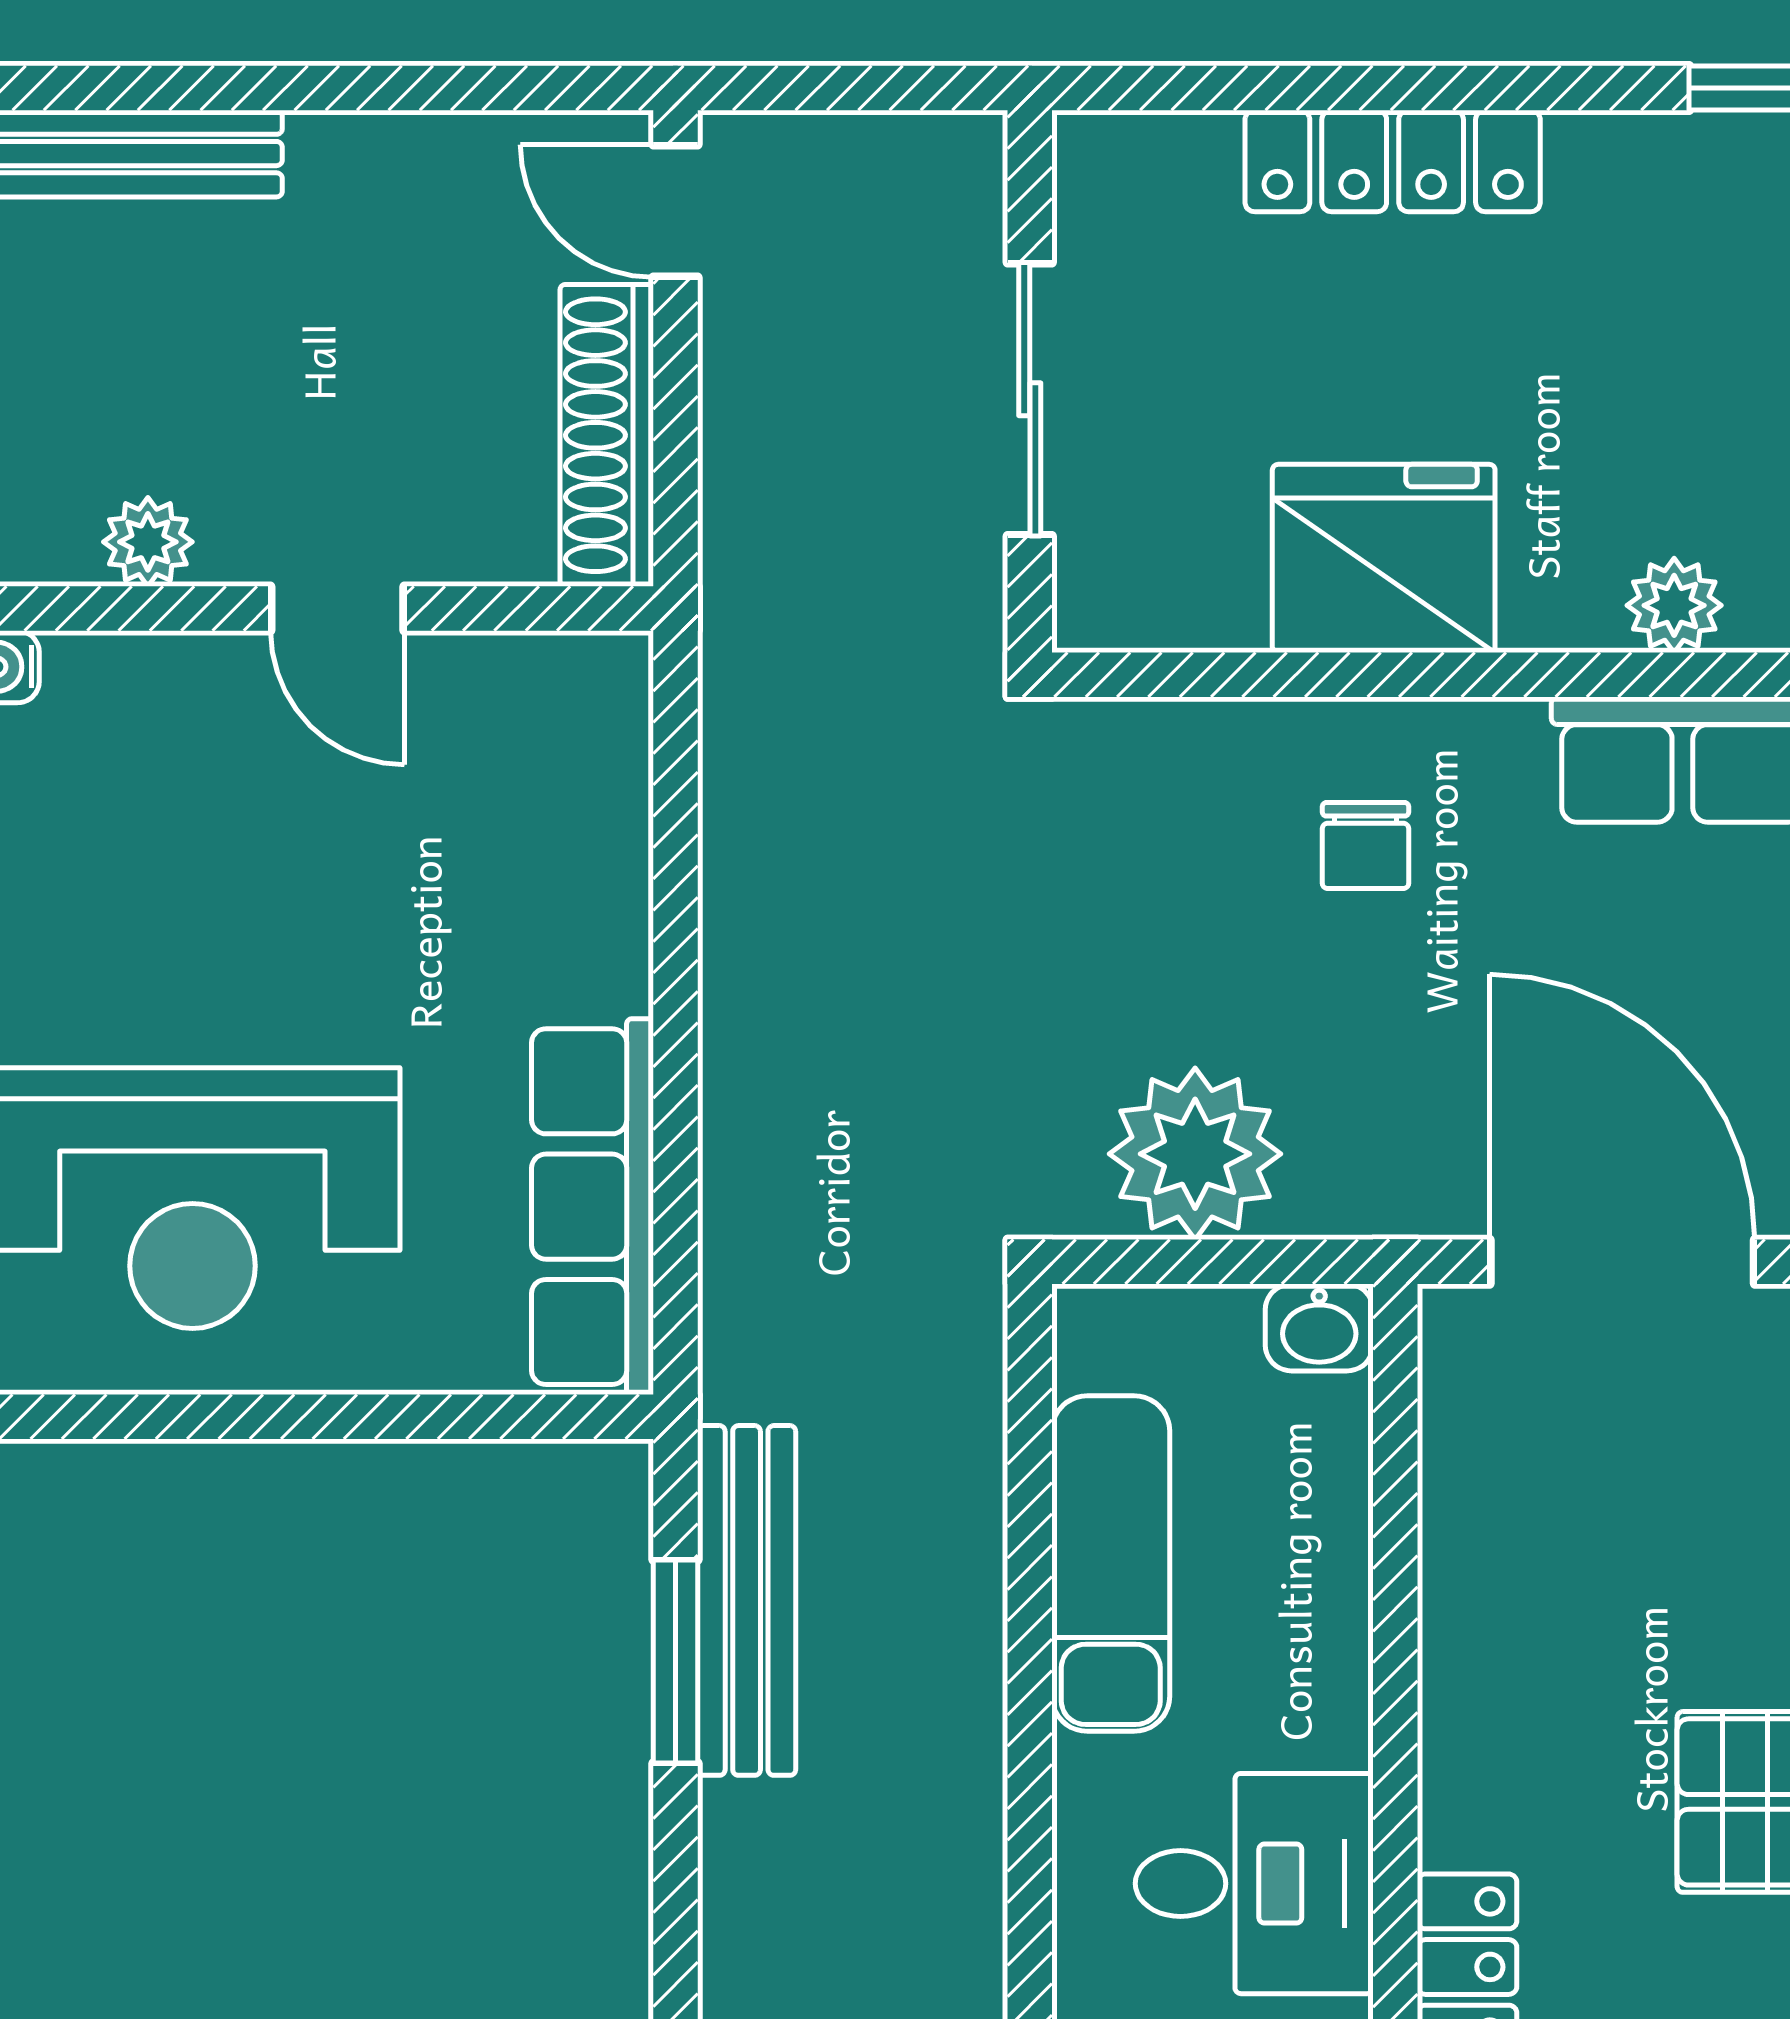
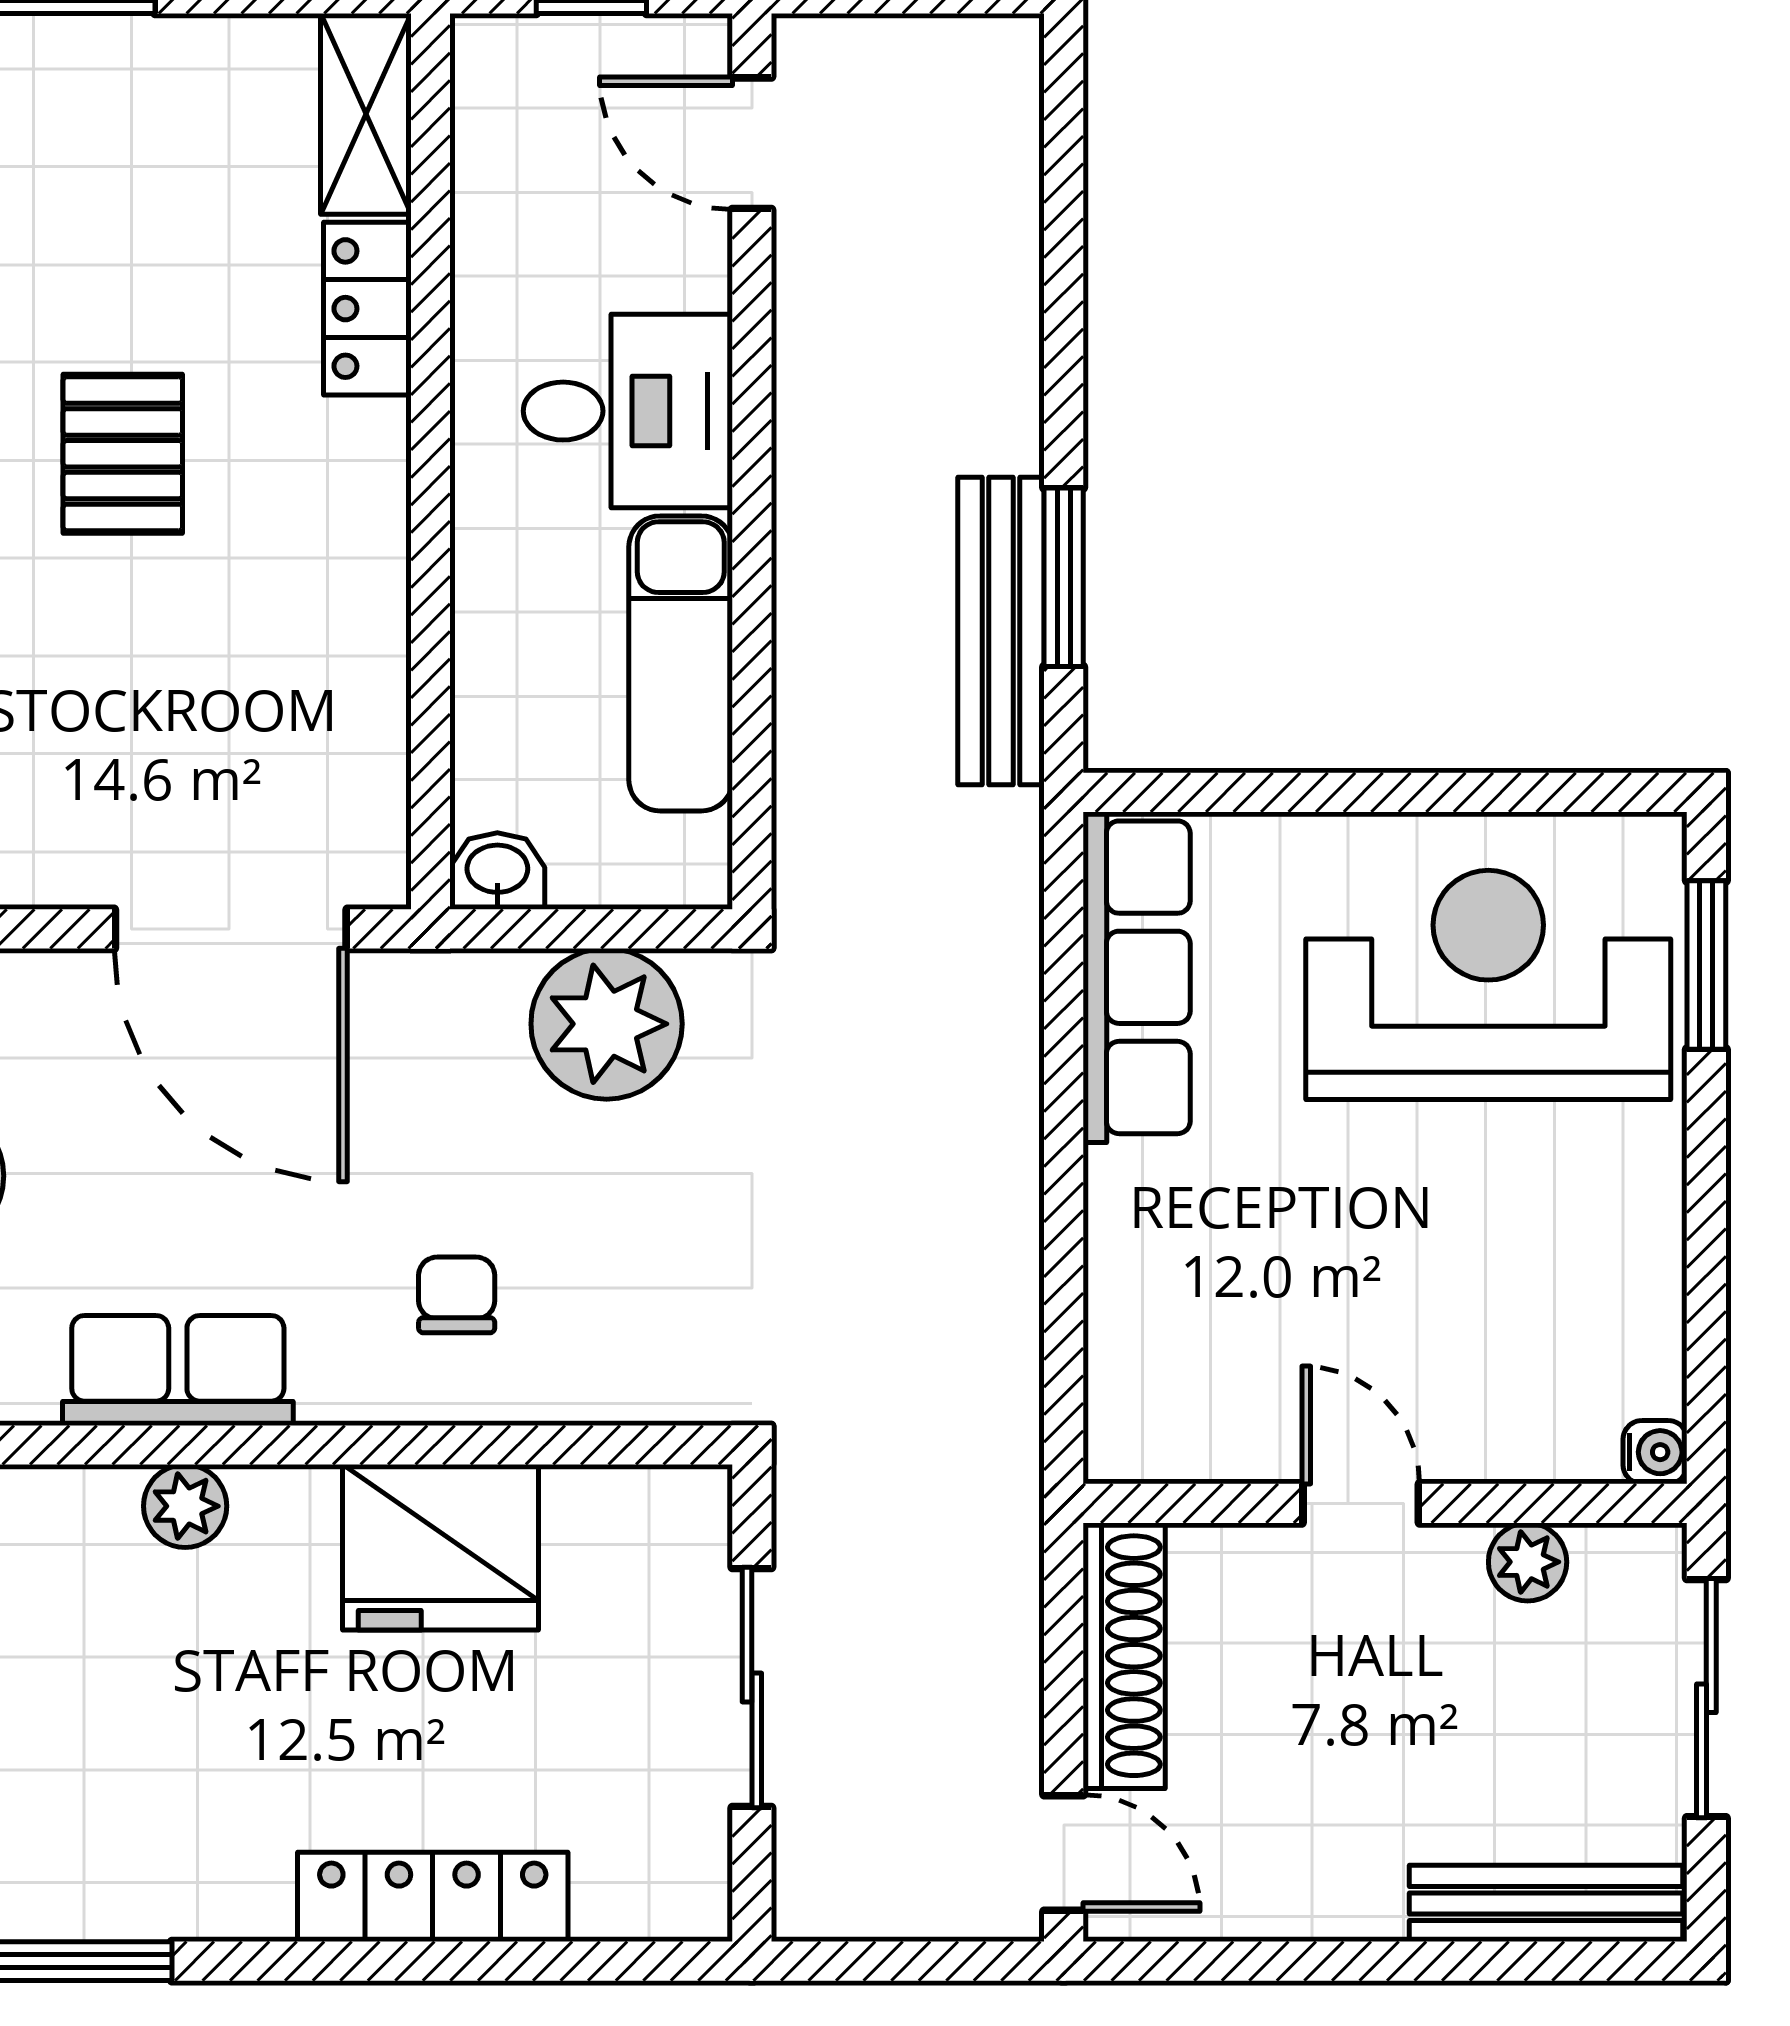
desk: (1254, 1884) -> (628, 411), moved, turned 180

